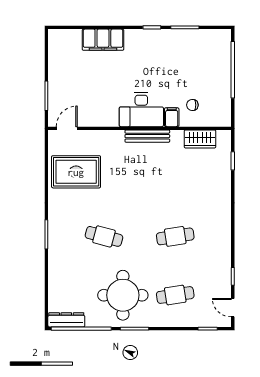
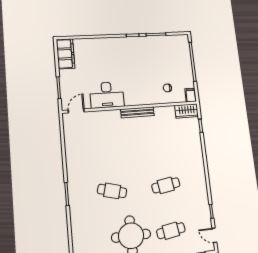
filing cabinet: (103, 40) -> (66, 54), moved, turned -90
desk: (141, 110) -> (107, 95), moved
filing cabinet: (172, 117) -> (191, 95), moved
wardrobe: (200, 139) -> (187, 111), moved
rug: (76, 172) -> (86, 143), removed

